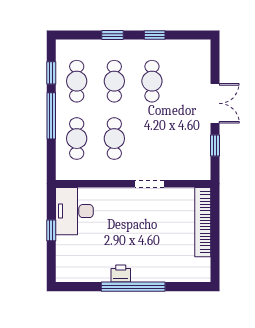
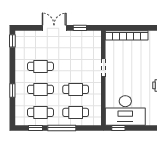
window: (155, 35) -> (12, 41), moved
desk: (74, 211) -> (125, 110), width x1.36, depth x1.30
window: (51, 230) -> (118, 128), moved

